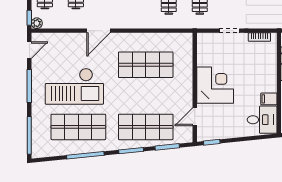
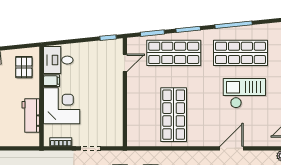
door: (99, 31) -> (232, 148), moved
shop shelf: (146, 65) -> (174, 115), turned 90
corner desk: (215, 85) -> (62, 106), moved, turned 180
checkout: (74, 86) -> (244, 93), width x0.73, depth x0.83

